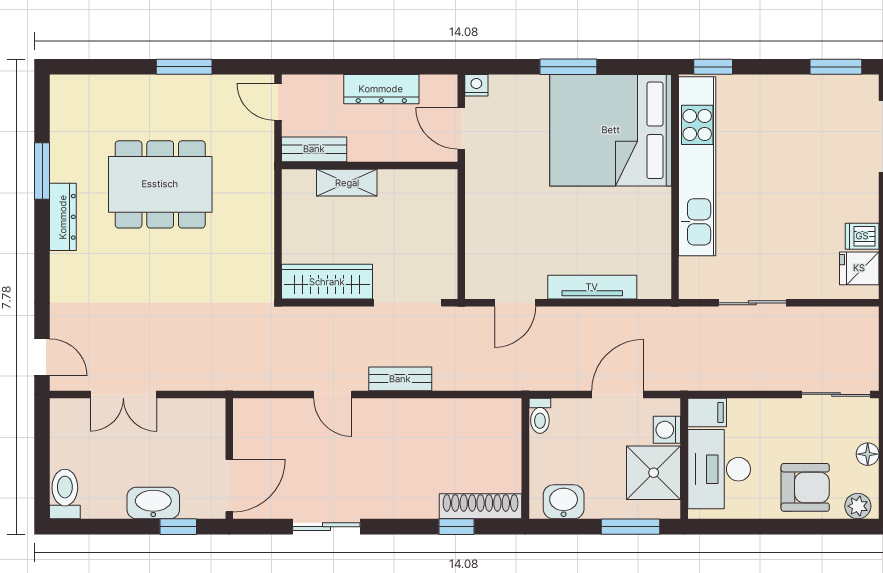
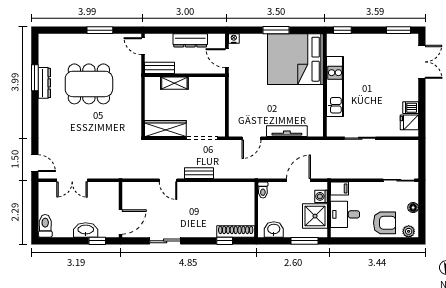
kitchen unit: (697, 166) -> (335, 87), width x0.73
dresser: (63, 217) -> (44, 83), moved
desk: (719, 469) -> (345, 214), width x0.73

